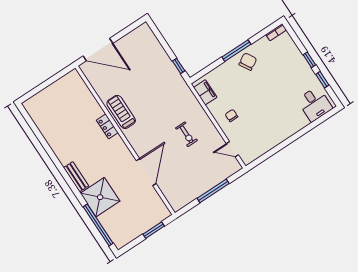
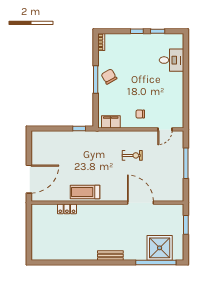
desk: (315, 104) -> (172, 60), moved
locker: (107, 126) -> (67, 209), moved
shower: (100, 197) -> (160, 248), moved

